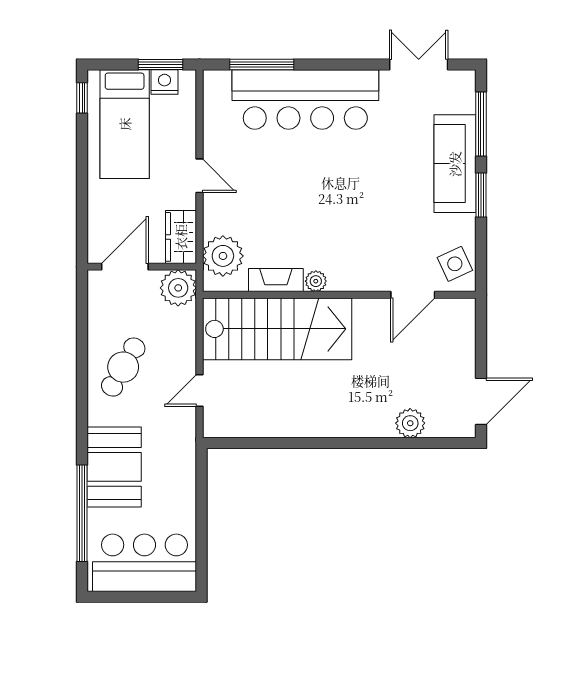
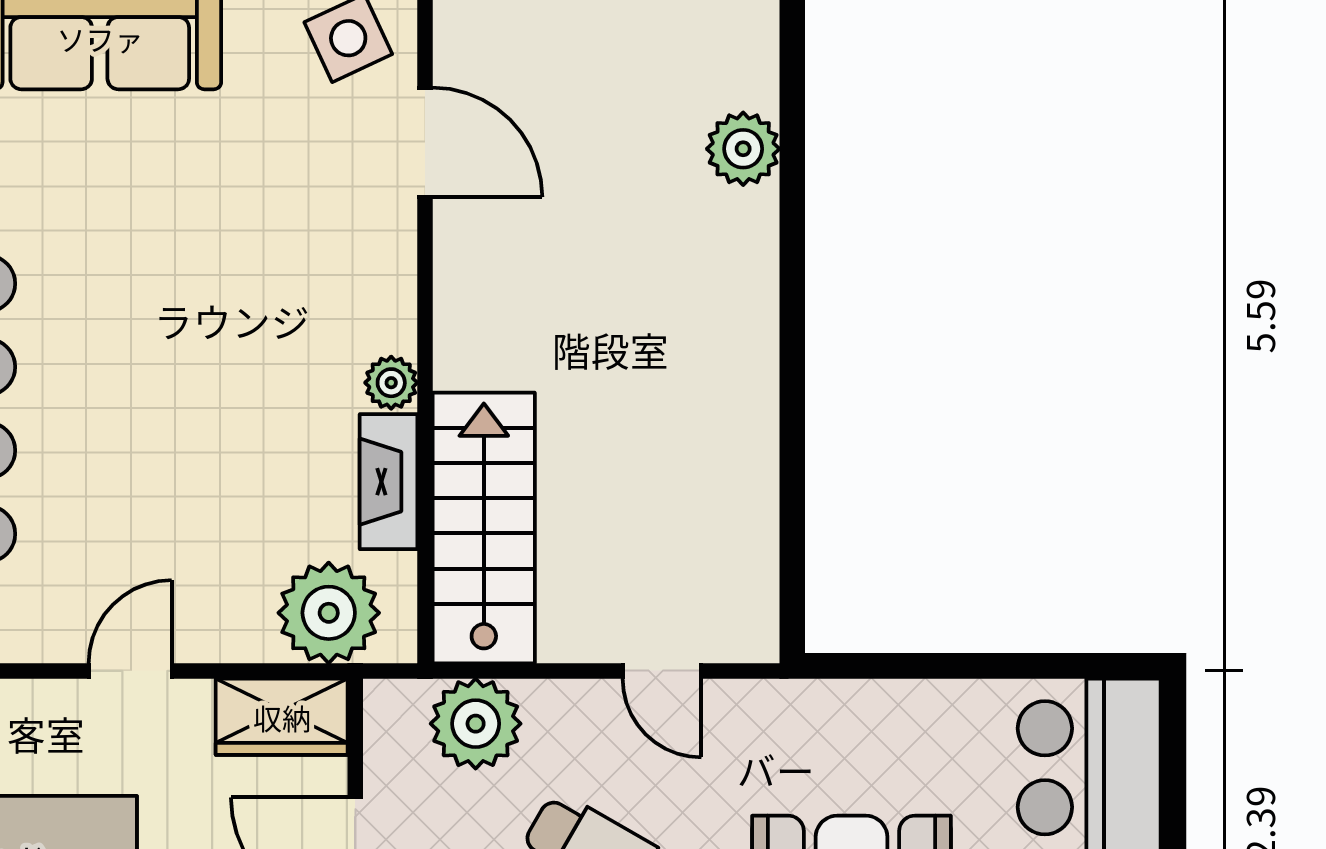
plant: (178, 288) -> (476, 724), moved
stairs: (277, 329) -> (484, 528), width x0.73, depth x0.66

